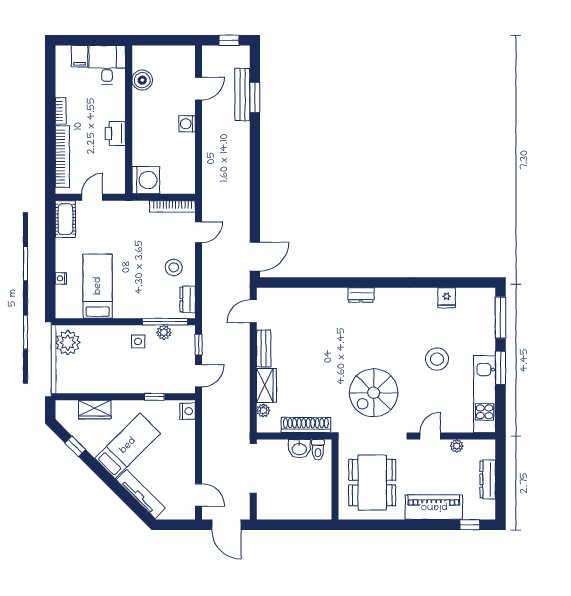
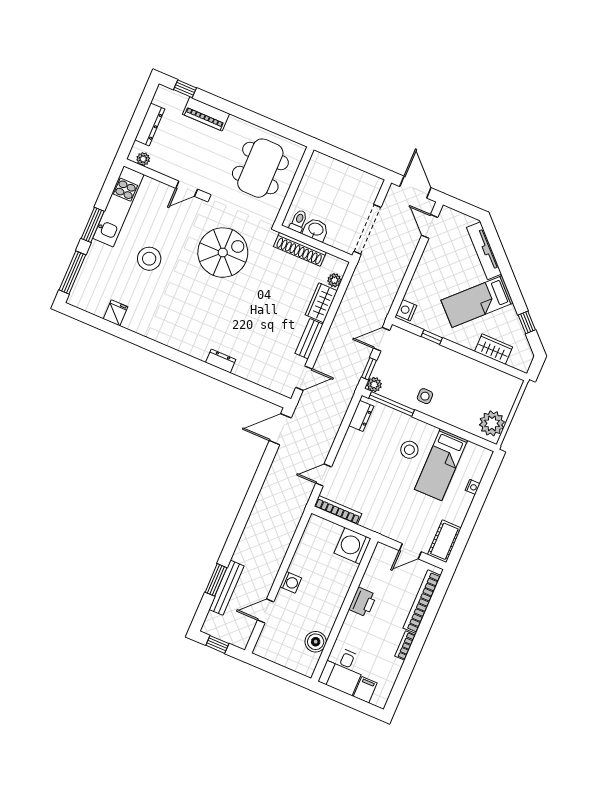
stool: (174, 267) -> (409, 450), moved
dresser: (361, 295) -> (221, 361), moved
plant: (164, 332) -> (374, 385), moved
plant: (457, 446) -> (143, 159), moved
piano: (434, 507) -> (206, 114), width x0.73, depth x0.75

